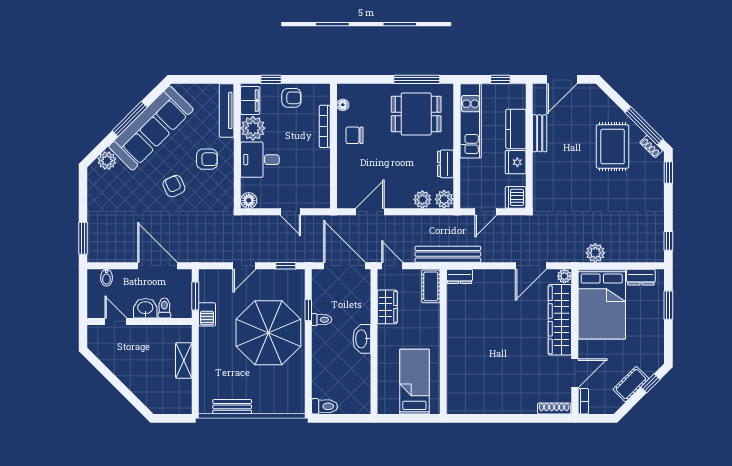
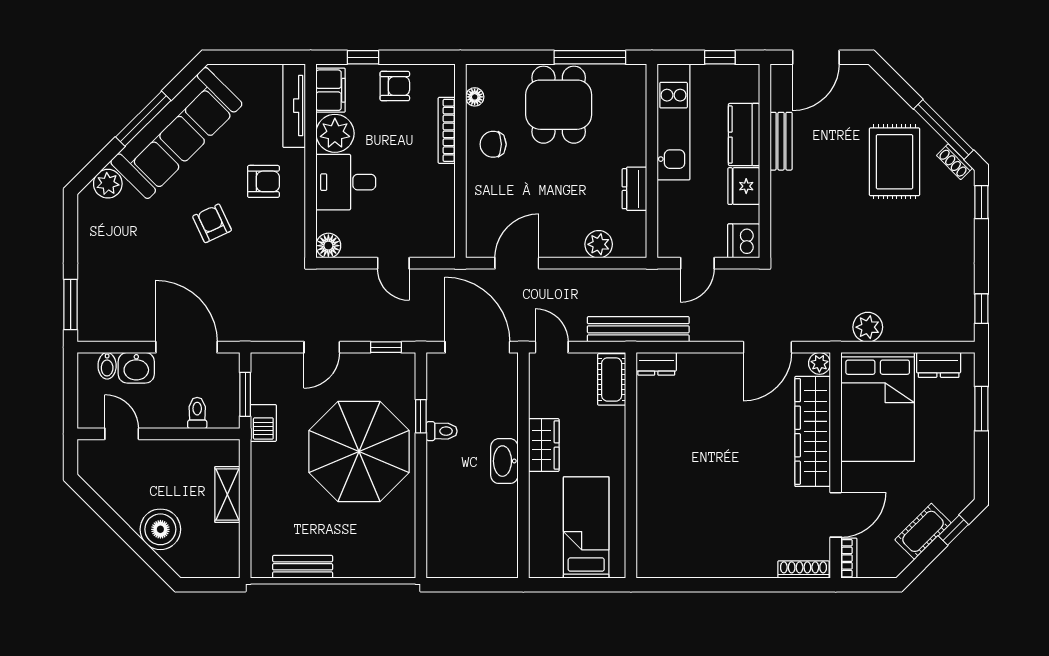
dining table: (416, 114) -> (559, 105), moved, turned 90
plant: (444, 199) -> (632, 244), removed
wardrobe: (387, 307) -> (544, 445), moved
washbasin: (145, 308) -> (136, 368), moved, turned 180
boiler: (141, 383) -> (160, 529), added
toilet: (325, 406) -> (446, 566), removed

